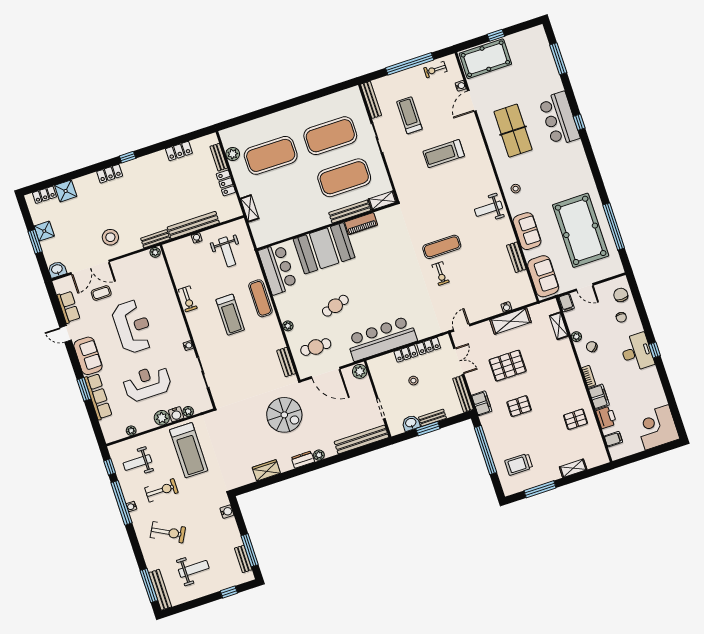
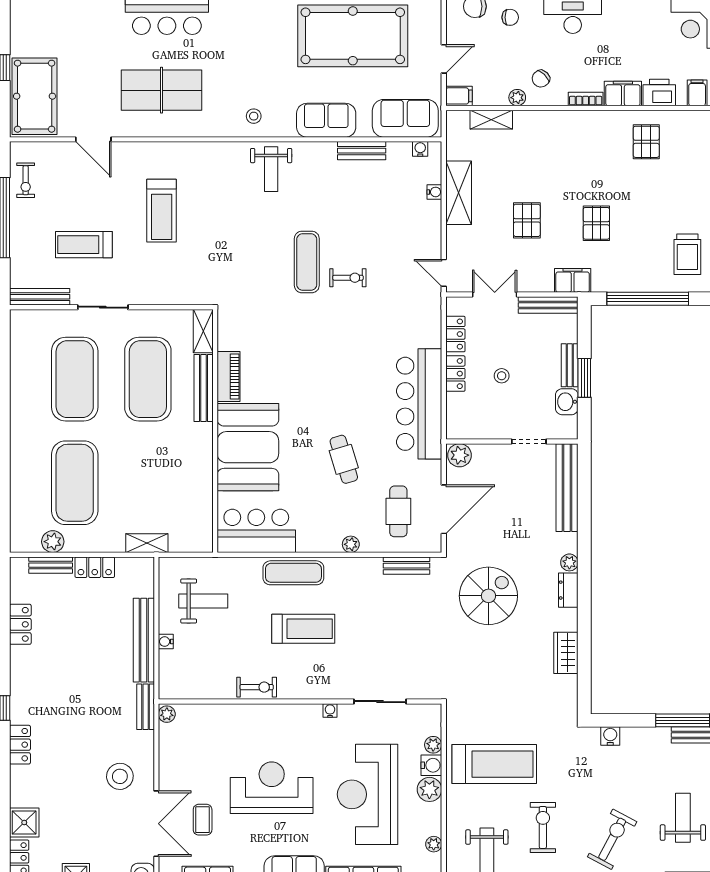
water cooler: (461, 86) -> (420, 149), moved
pallet: (508, 366) -> (527, 220), width x0.67, depth x0.71
reception desk: (147, 383) -> (368, 794), width x1.36, depth x1.30

